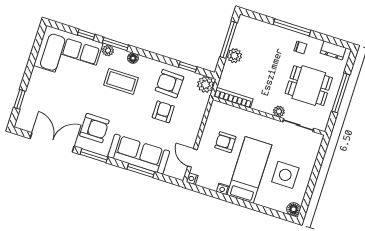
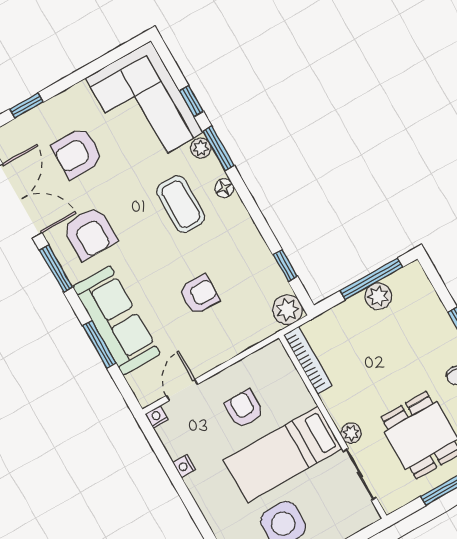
plant: (234, 56) -> (378, 296), moved
armchair: (170, 84) -> (77, 153), moved, turned -92
bed: (249, 170) -> (283, 454), moved, turned 180

